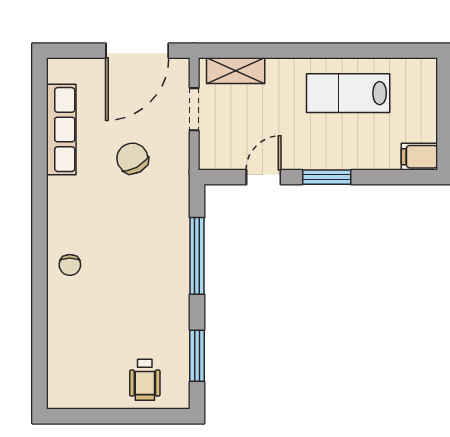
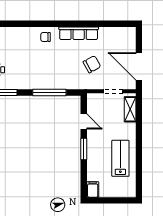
row of seats: (61, 130) -> (79, 33), moved

